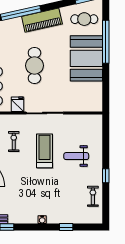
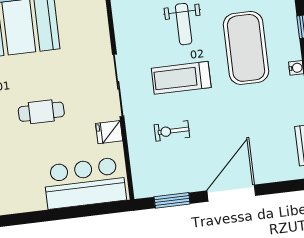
cafe table: (34, 66) -> (41, 112), width x0.73, depth x0.74
exercise mat: (58, 191) -> (246, 48), added

